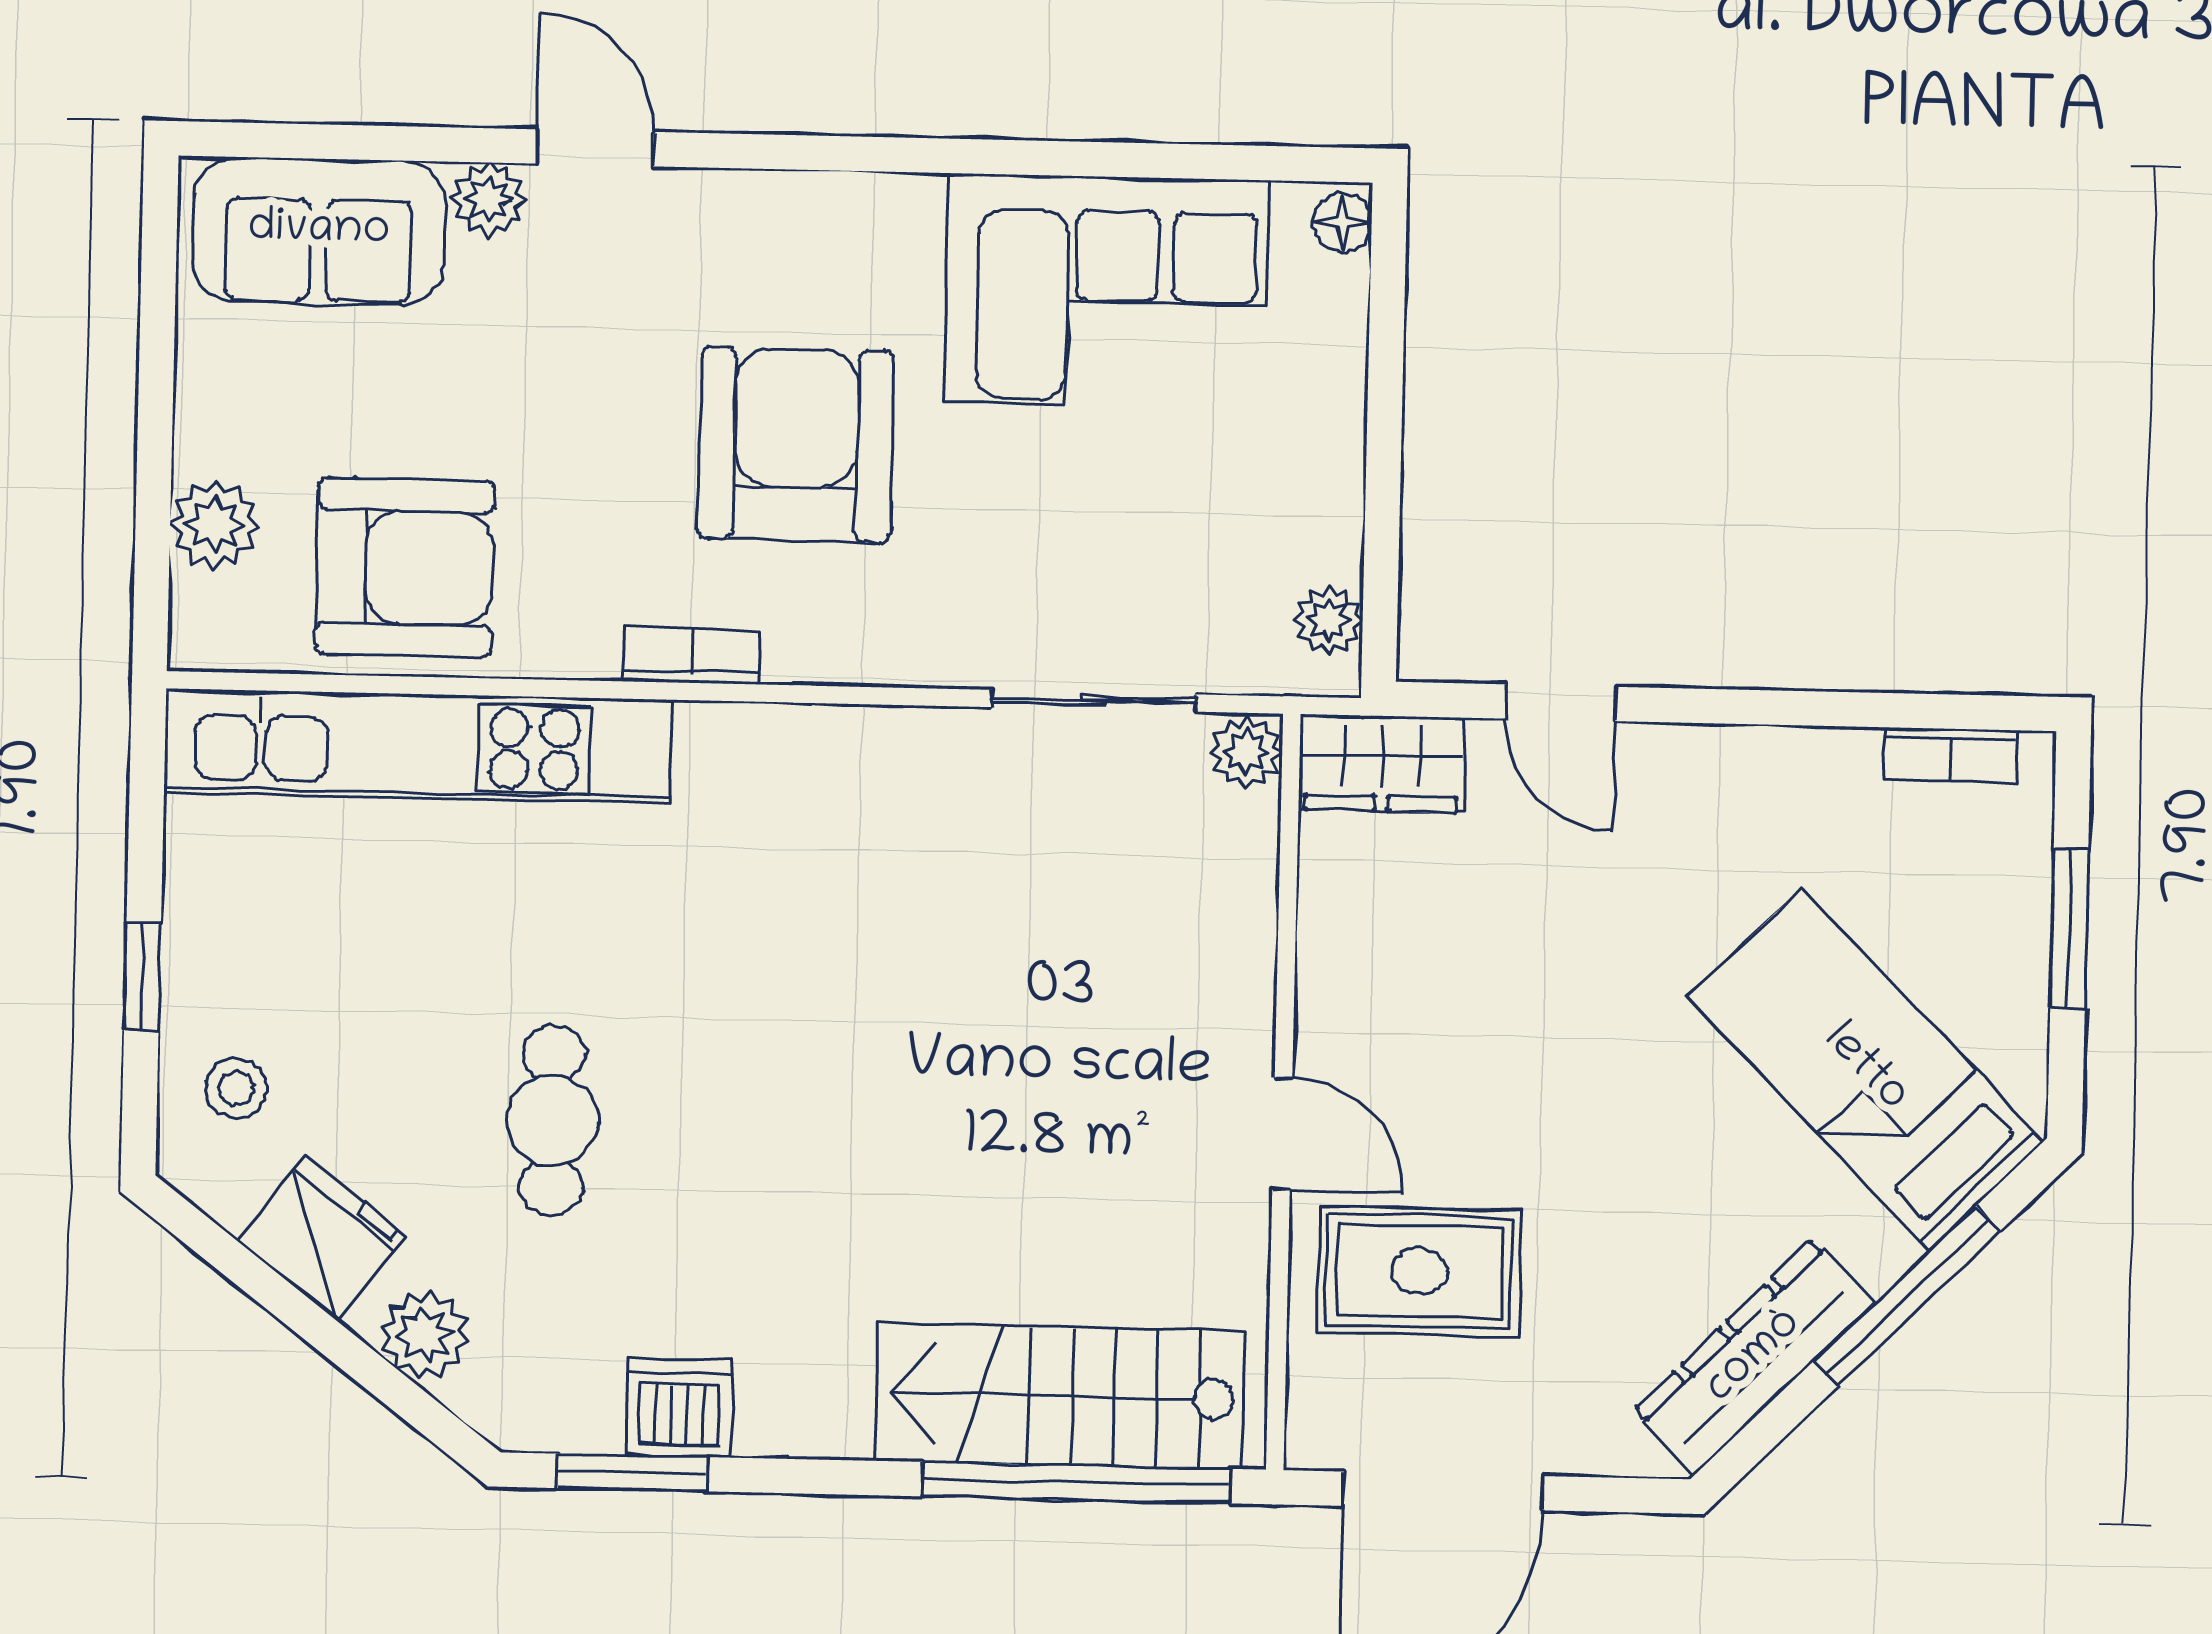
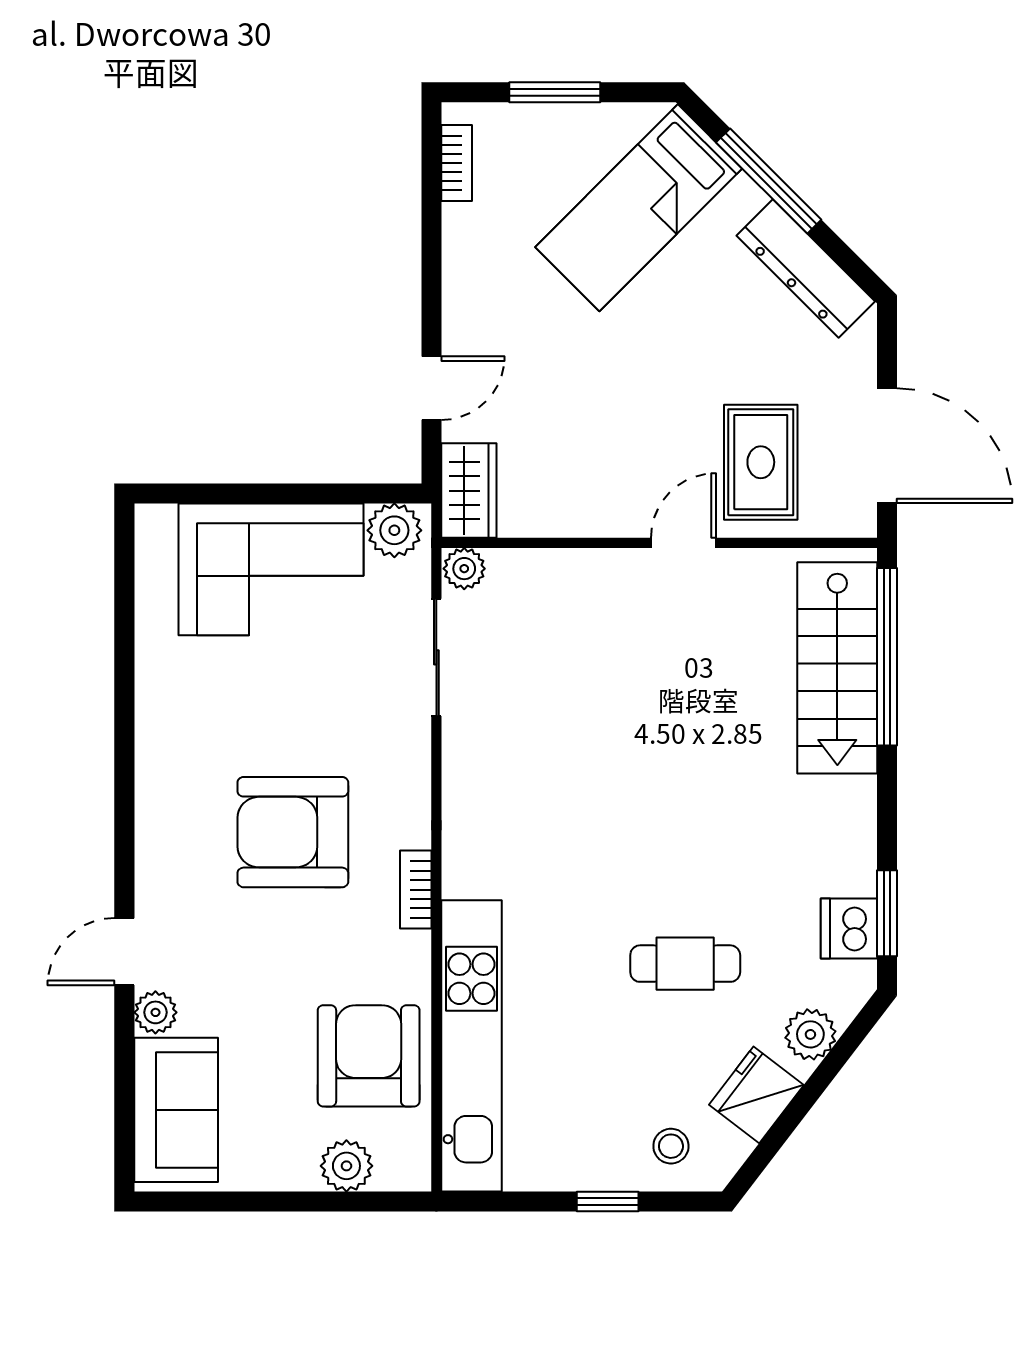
floor lamp: (1342, 223) -> (158, 520), removed
corner sofa: (1106, 291) -> (271, 569), moved, turned 90
plant: (1329, 620) -> (394, 530), width x1.38, depth x1.38
dishwasher: (679, 1408) -> (849, 928), moved

